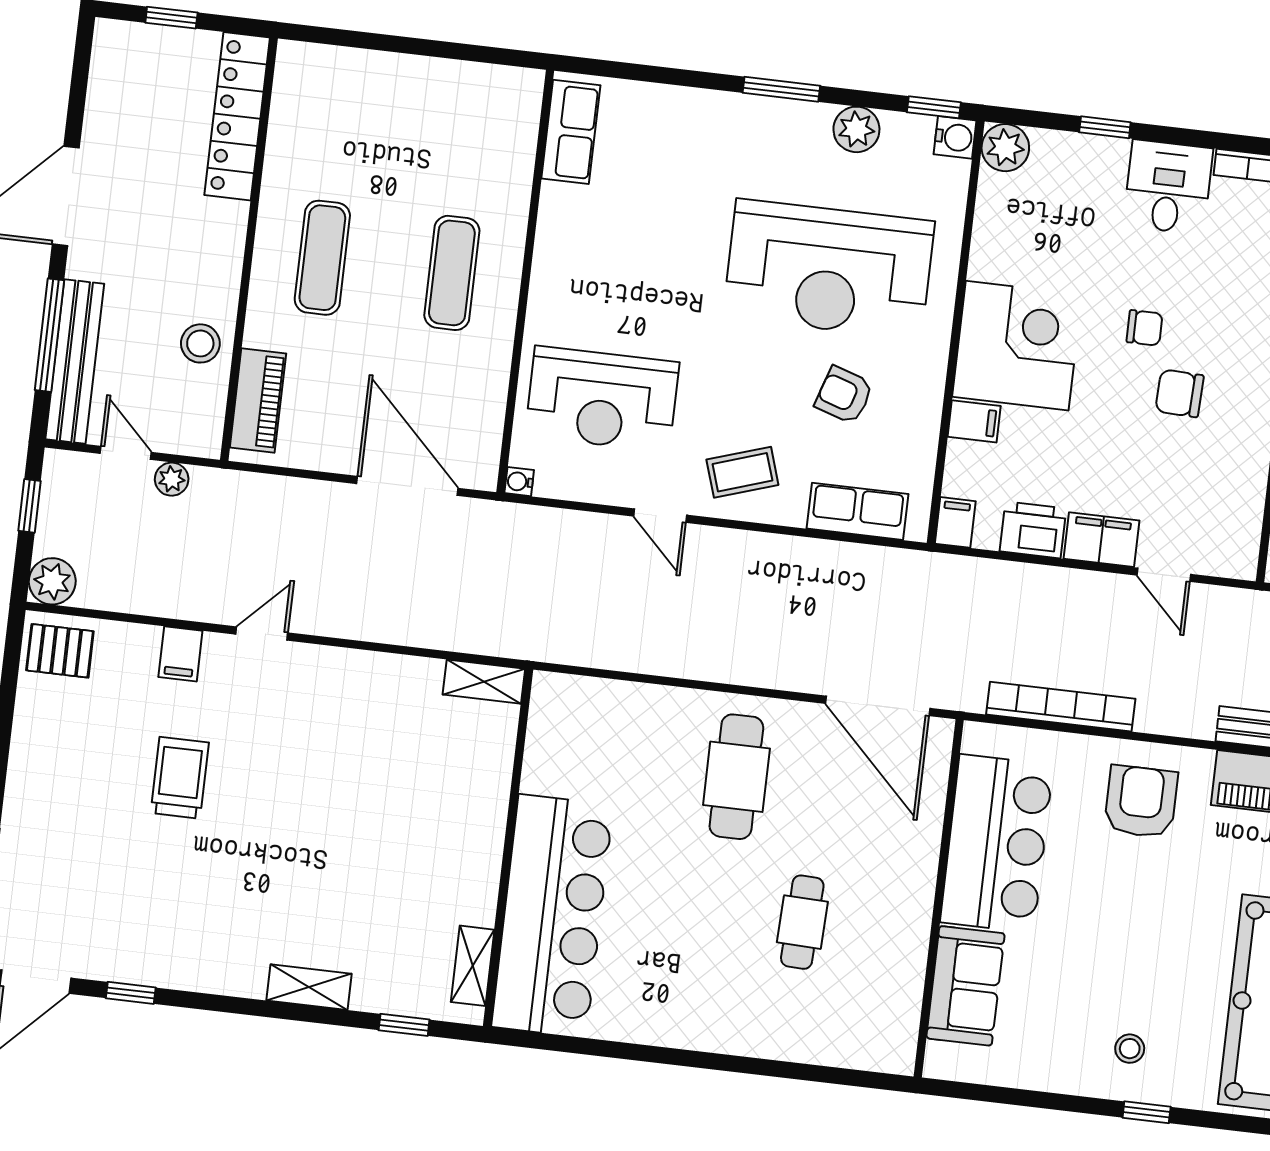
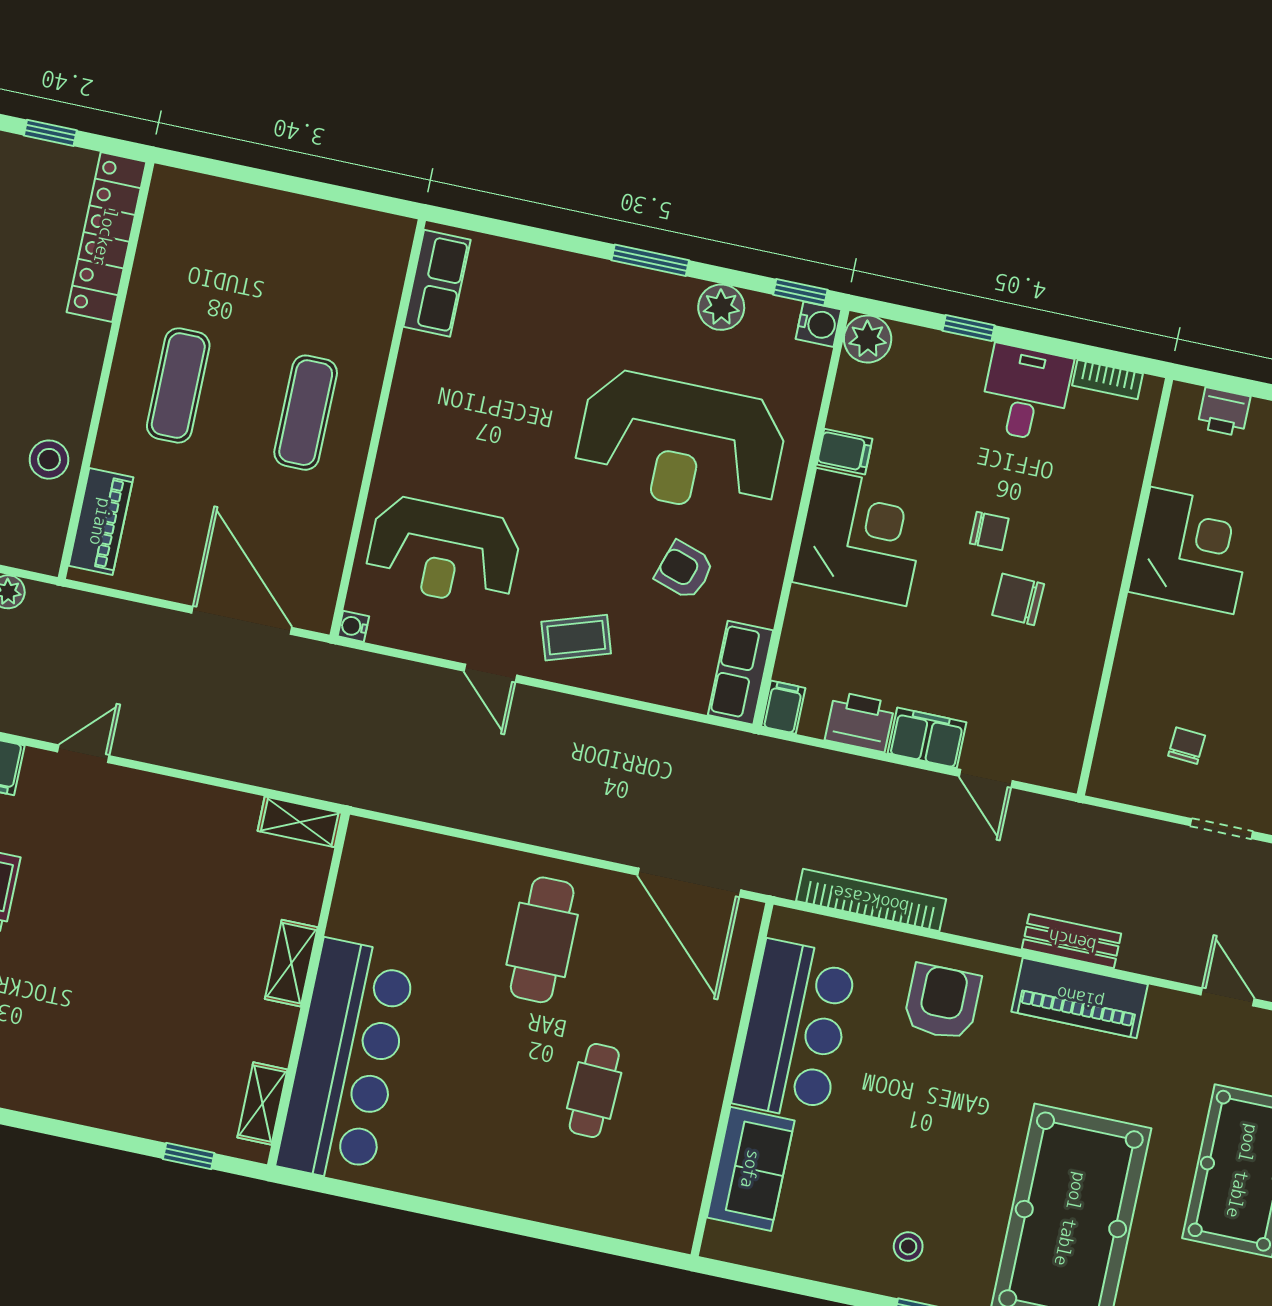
filing cabinet: (974, 421) -> (845, 452), moved
row of seats: (858, 511) -> (741, 673), moved, turned -90
shelving: (309, 987) -> (291, 963), moved, turned 90

